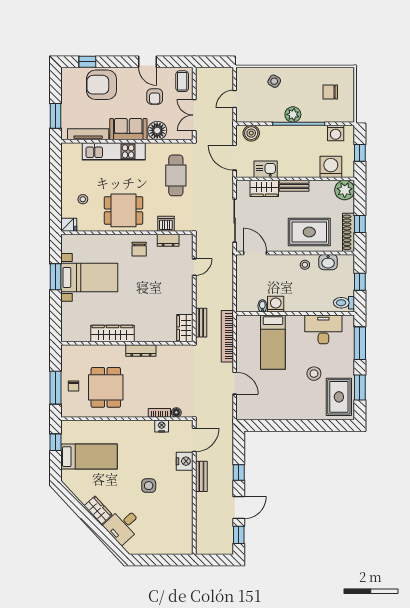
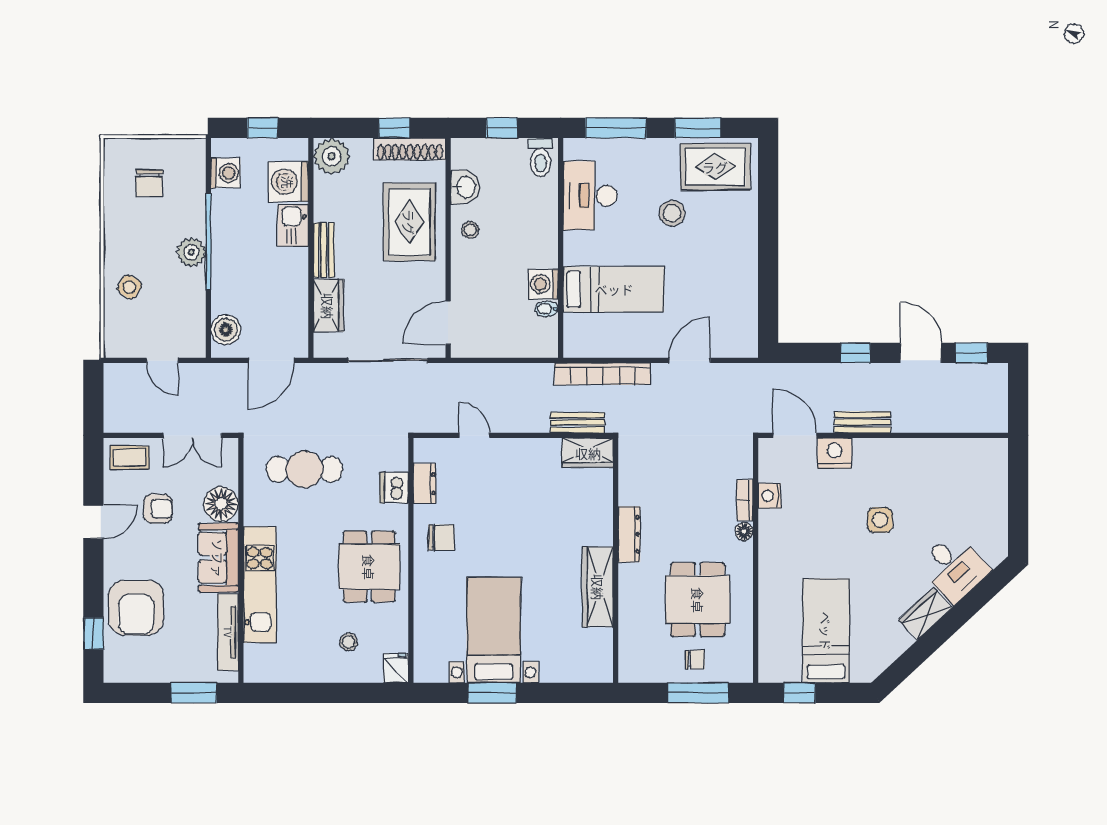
kitchen sink: (266, 169) -> (293, 225), moved
dining table: (106, 387) -> (698, 600), turned 90
floor lamp: (176, 412) -> (744, 532), moved

